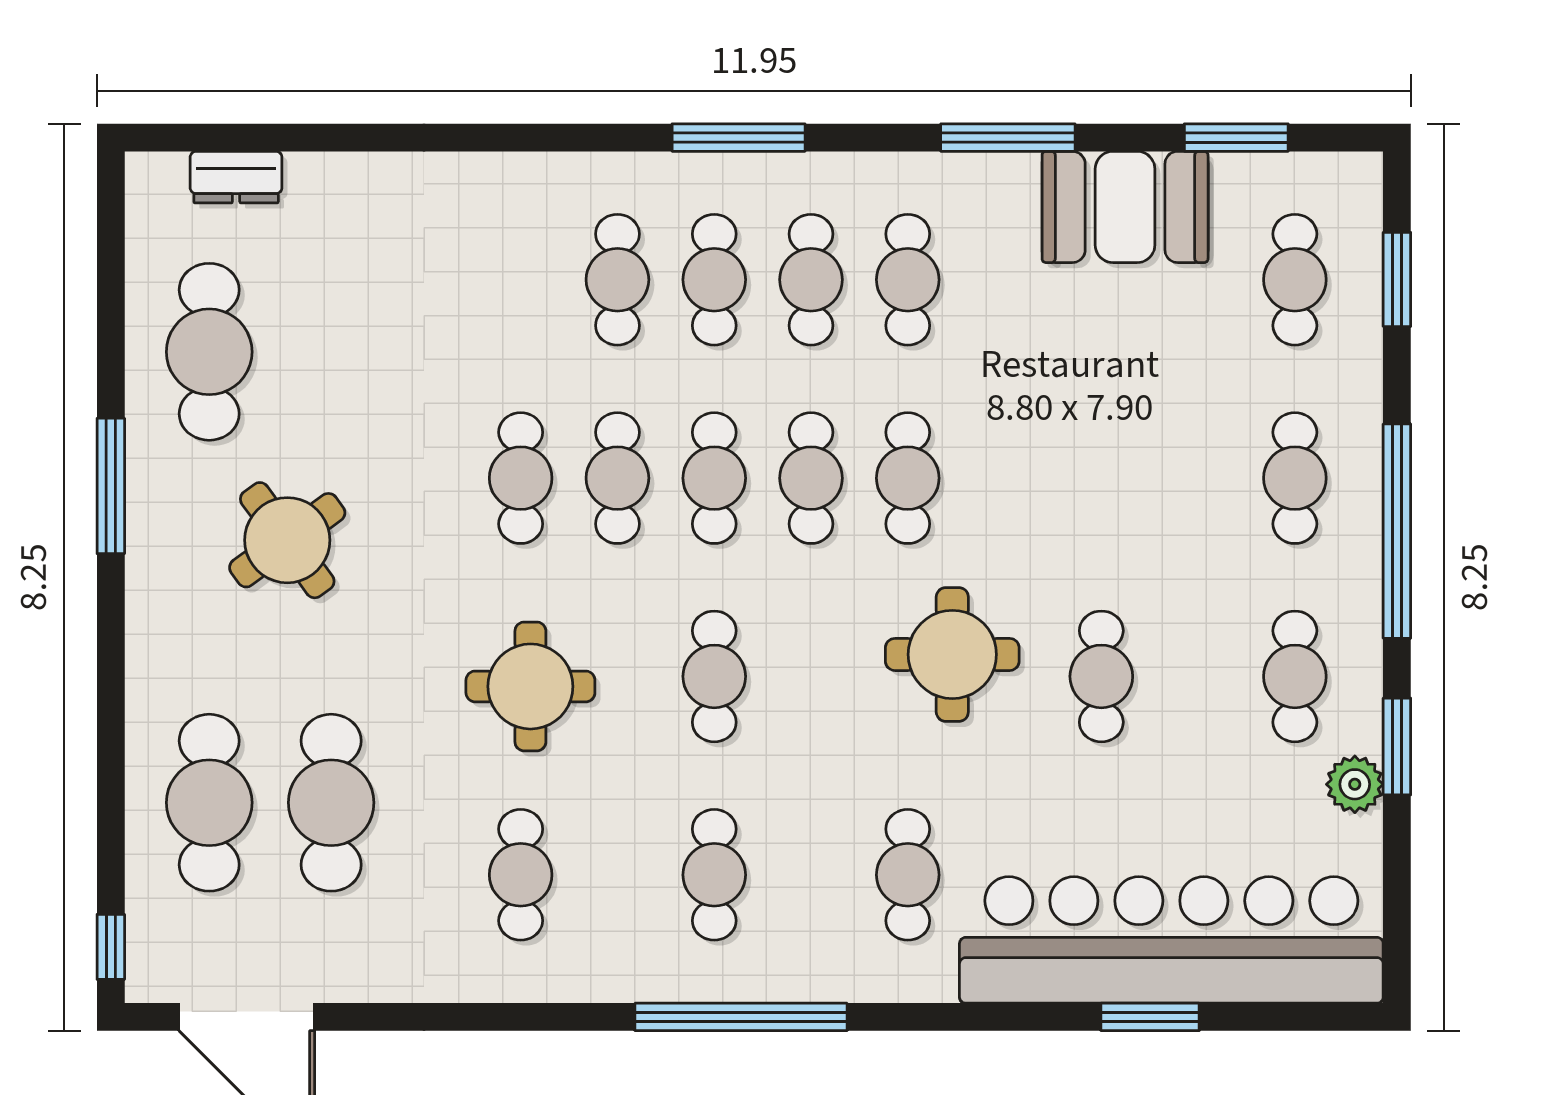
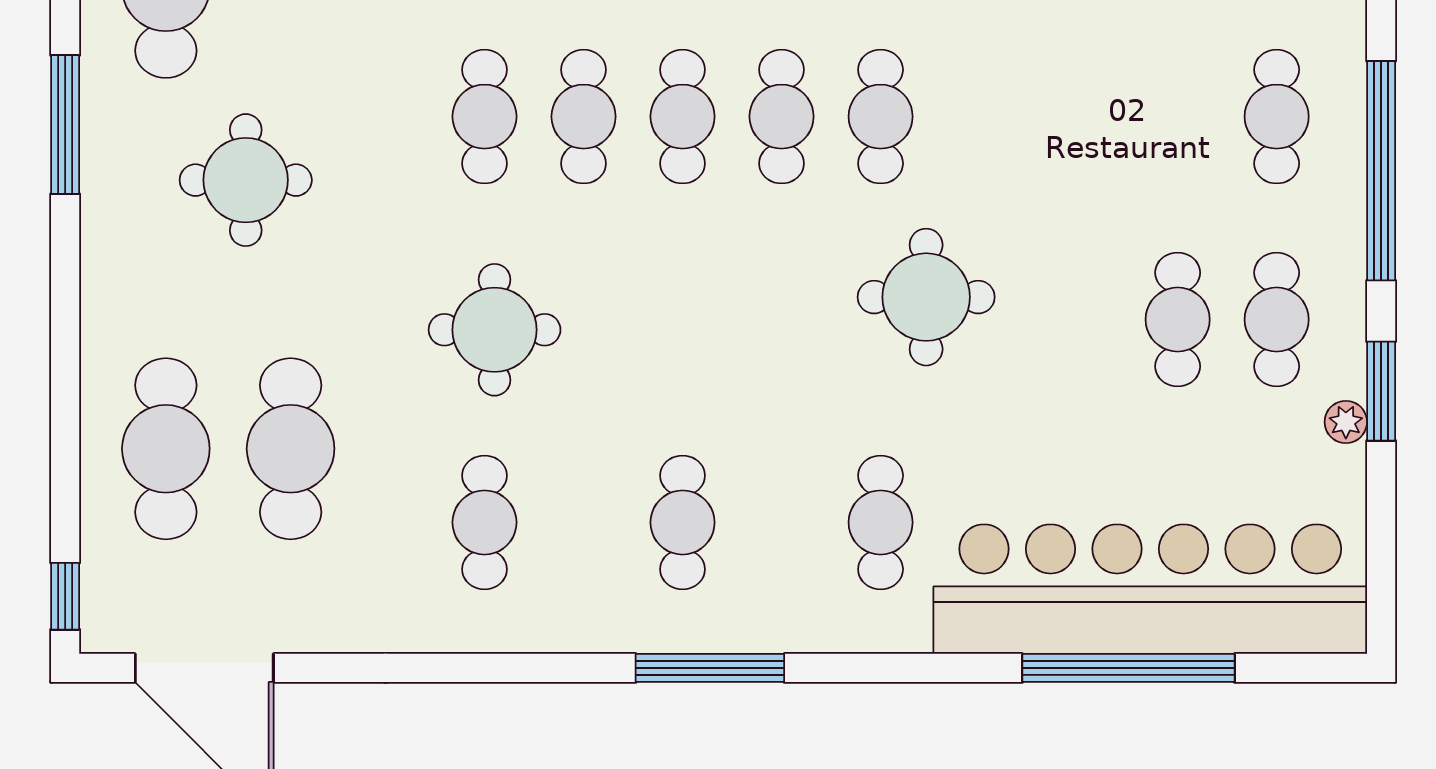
round table: (287, 540) -> (246, 180), turned 36
cafe table: (714, 676) -> (683, 320), removed
cafe table: (1101, 676) -> (1178, 320), moved
plant: (1355, 784) -> (1346, 422), width x0.73, depth x0.73
window: (741, 1017) -> (710, 668), width x0.68
window: (1150, 1017) -> (1128, 668), width x2.11

